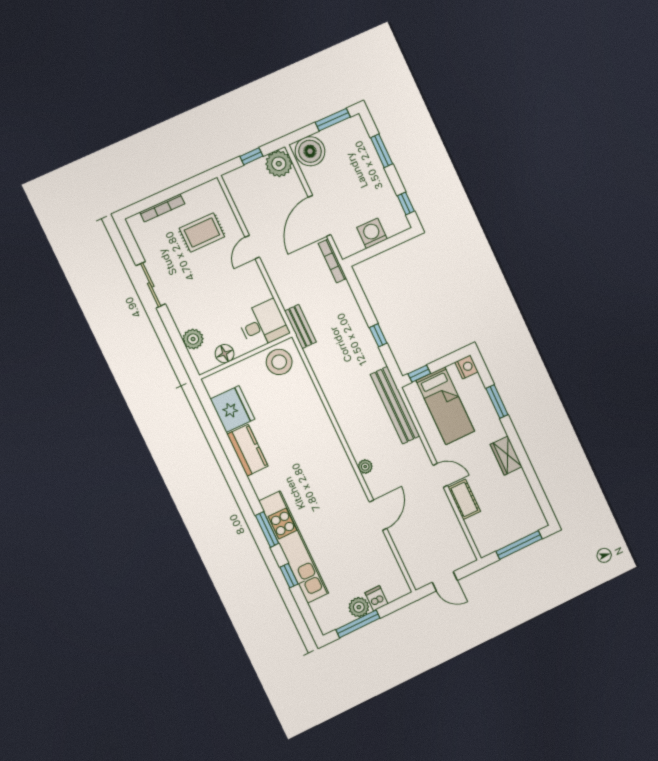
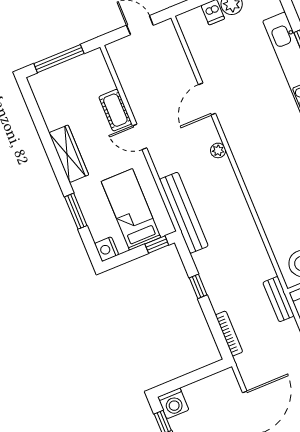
washing machine: (372, 233) -> (173, 403), moved
bookcase: (332, 261) -> (229, 334), moved
wardrobe: (506, 456) -> (69, 154), width x1.50

